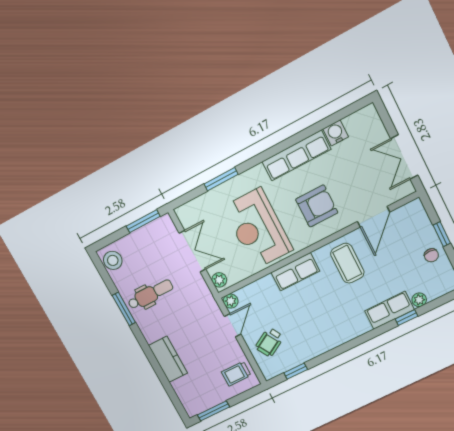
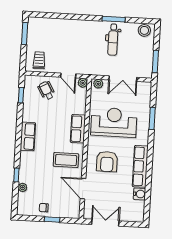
row of seats: (389, 310) -> (28, 136), moved
kitchen counter: (168, 359) -> (70, 26), removed

